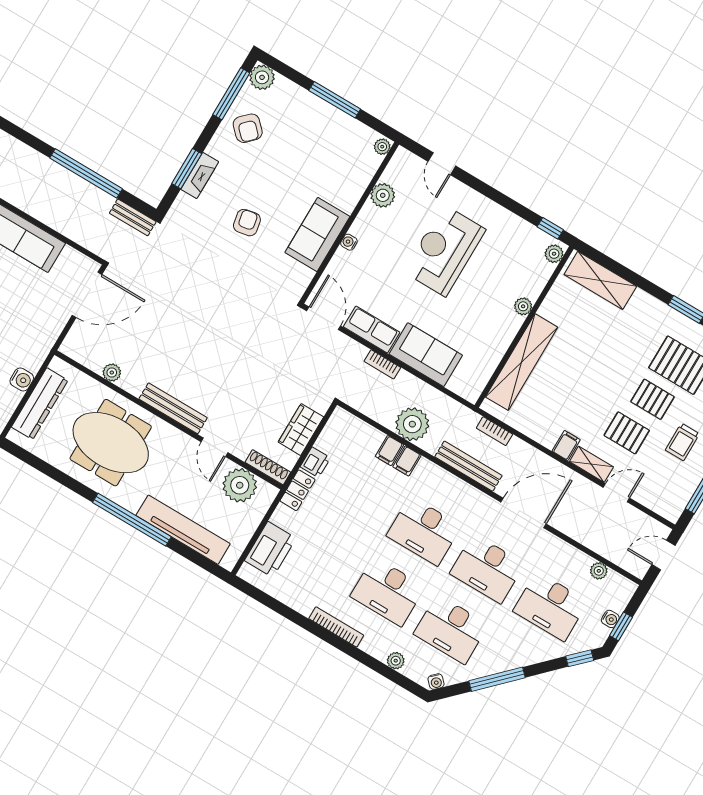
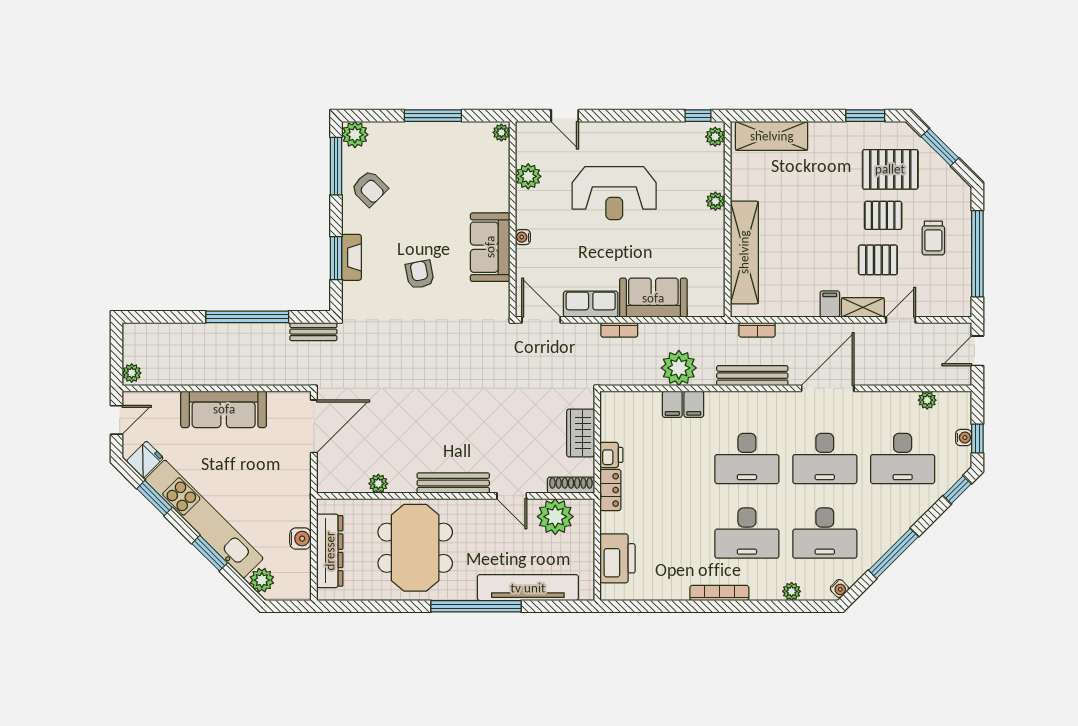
reception desk: (445, 251) -> (614, 193), turned -90
meeting table: (111, 443) -> (415, 548), turned 90

